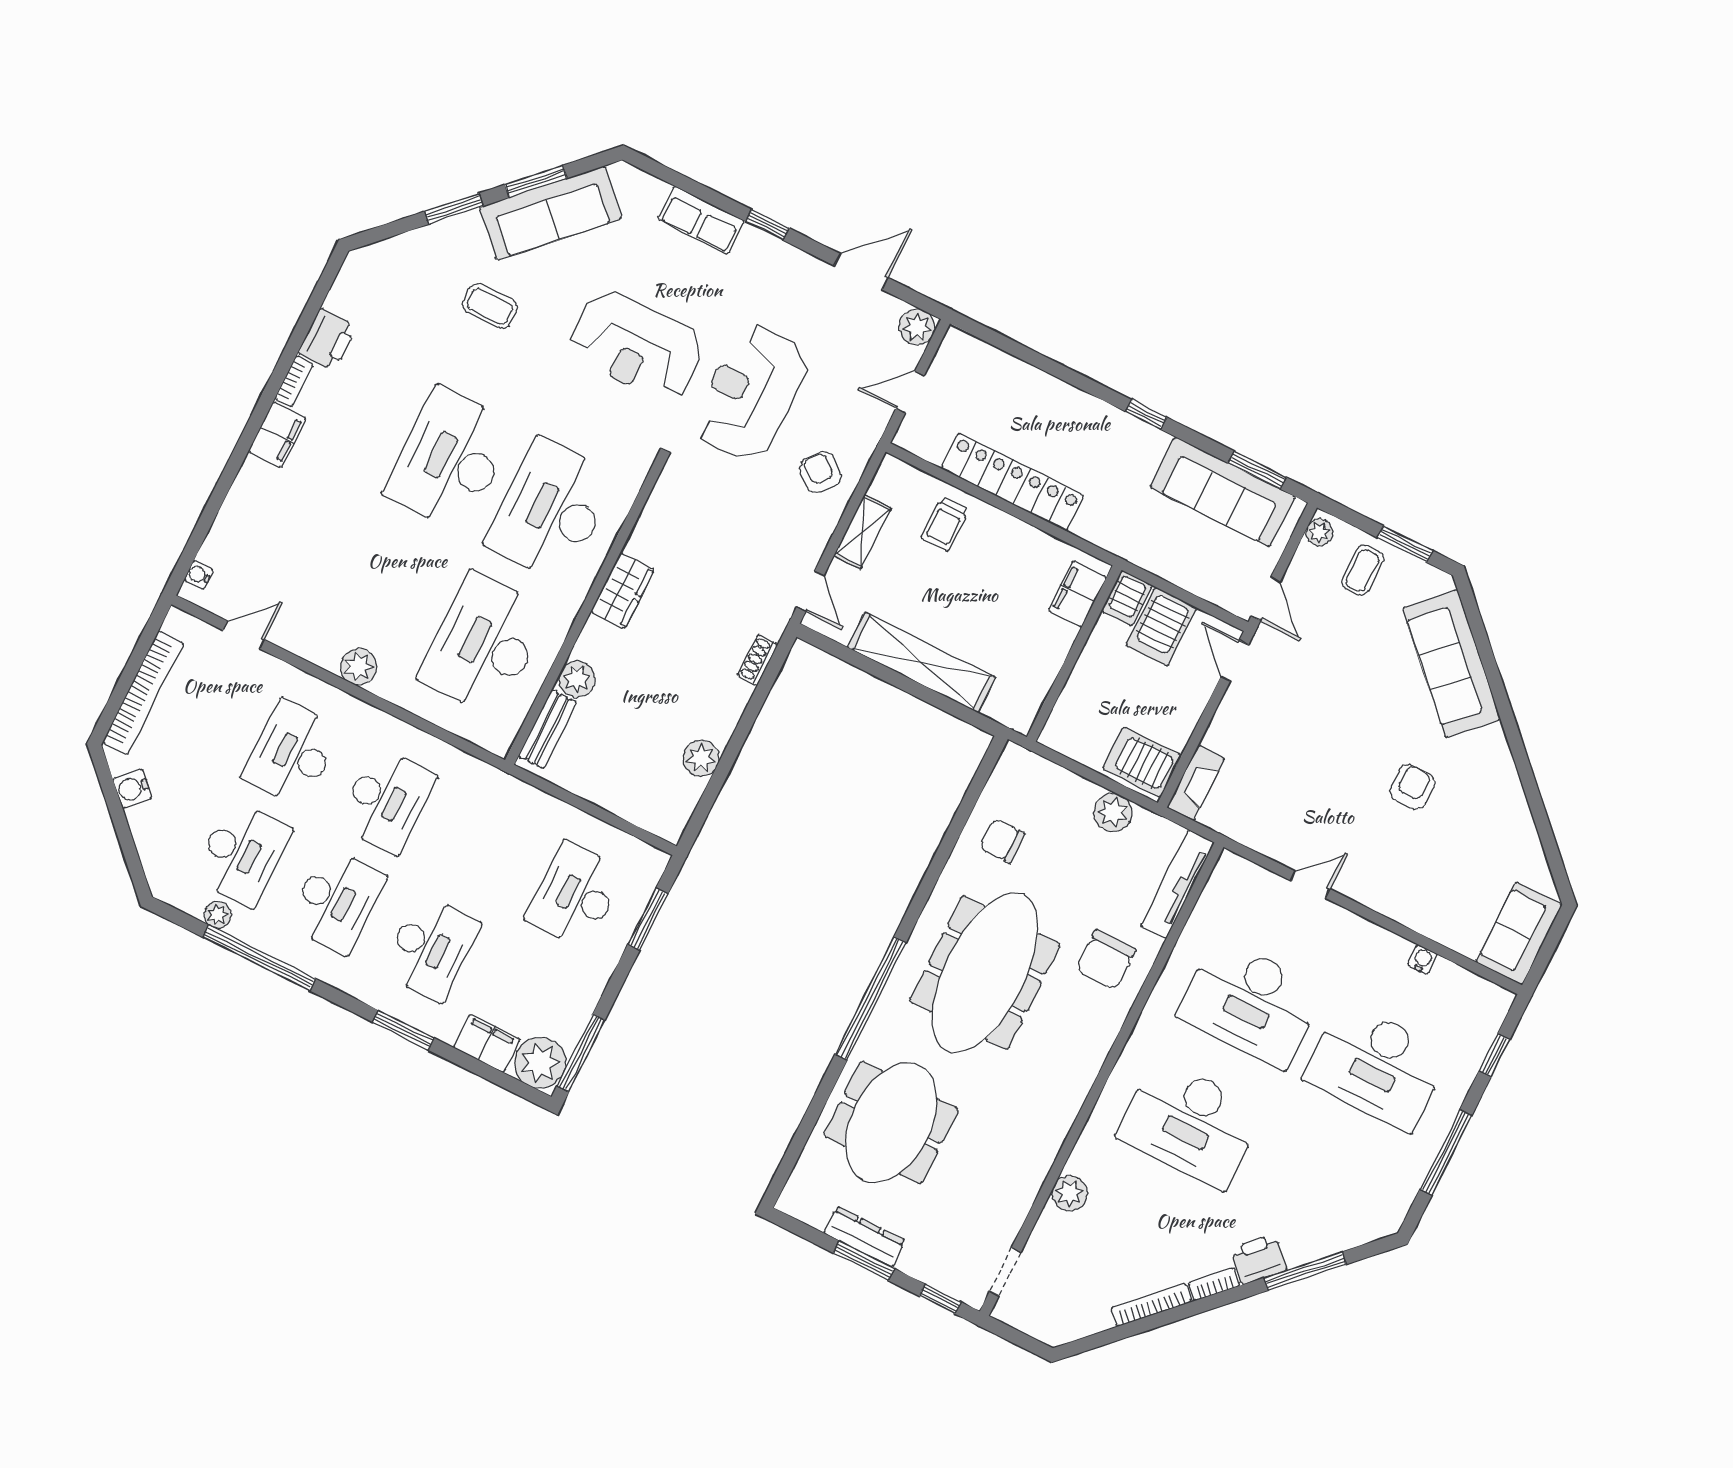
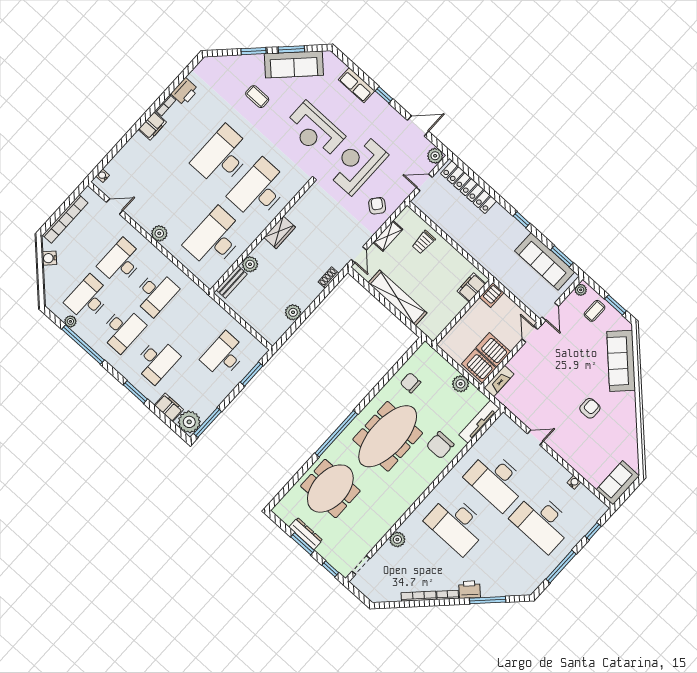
locker: (1012, 482) -> (468, 187), moved, turned 180
server rack: (1161, 627) -> (493, 350), moved, turned 90
desk: (242, 853) -> (88, 298), turned 180

